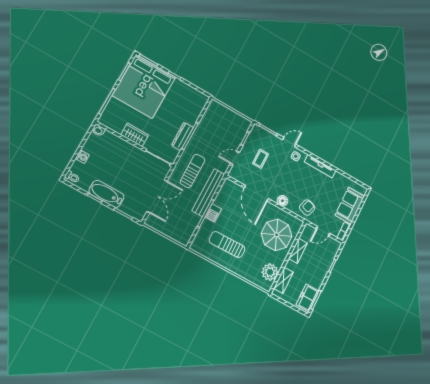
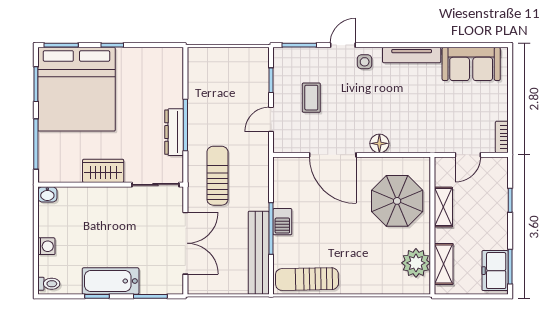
bench: (208, 193) -> (259, 253), moved
sofa: (350, 206) -> (471, 64), moved, turned -90
armchair: (307, 208) -> (424, 132), removed
sun lounger: (227, 245) -> (307, 279), moved

